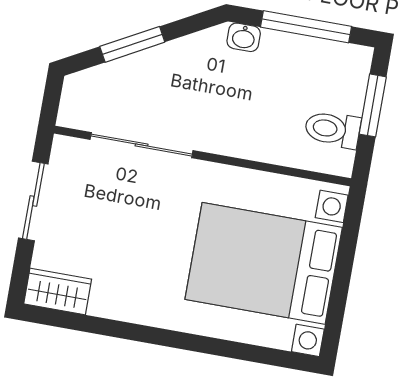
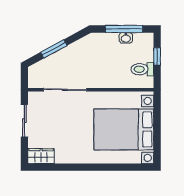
washbasin: (244, 37) -> (126, 38), moved
window: (373, 105) -> (157, 56), width x0.67

